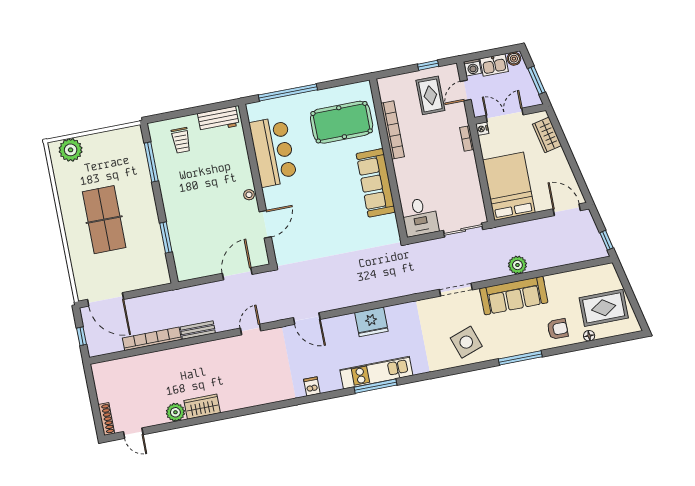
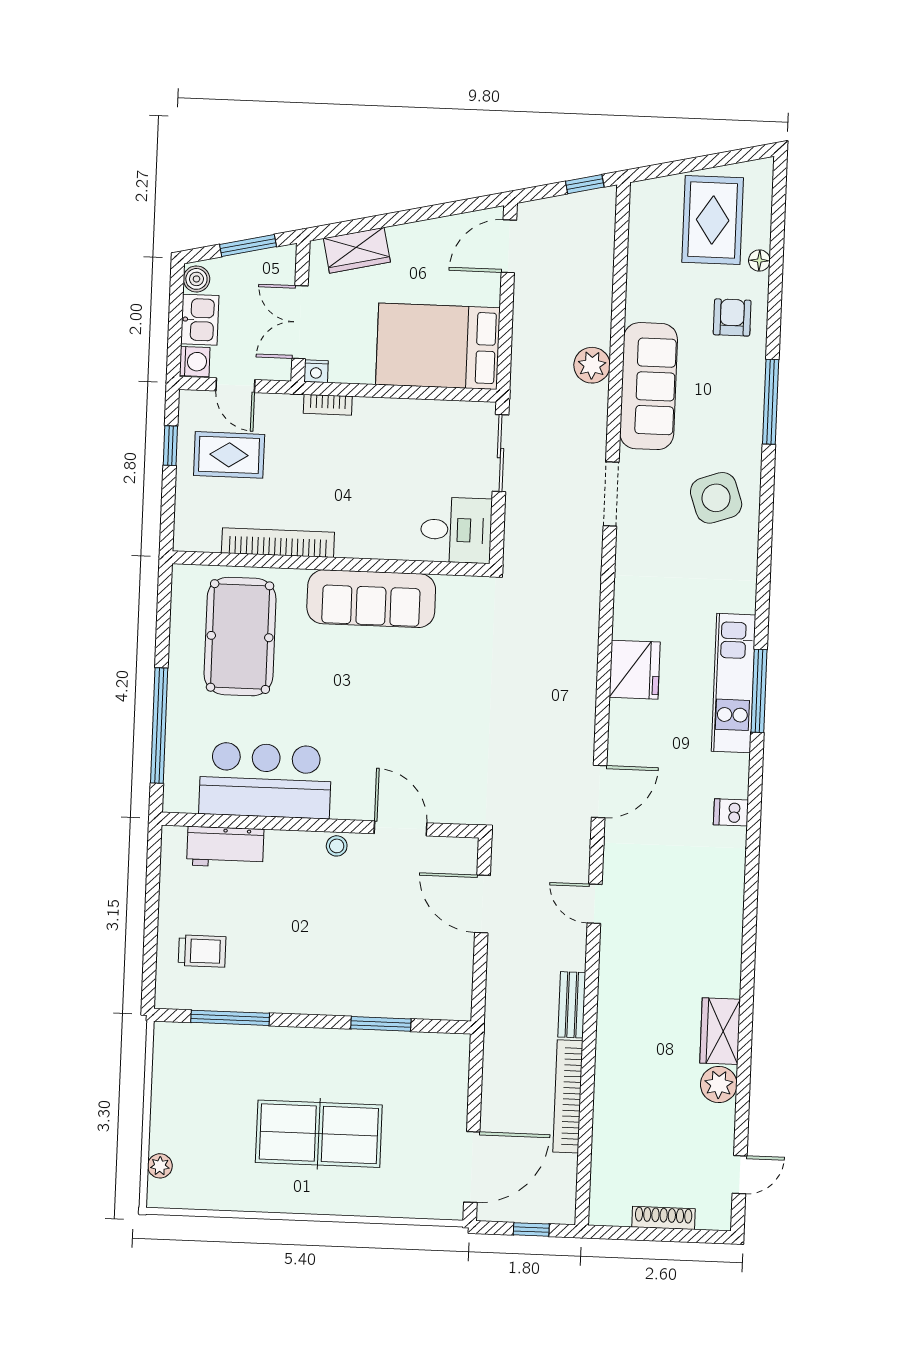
workbench: (218, 119) -> (225, 847), moved, turned 90
plant: (71, 150) -> (160, 1166), width x0.53, depth x0.53
shoe rack: (106, 419) -> (664, 1218), moved

